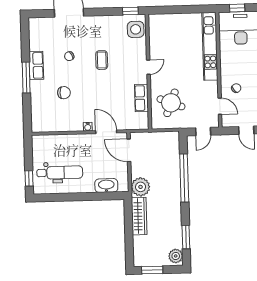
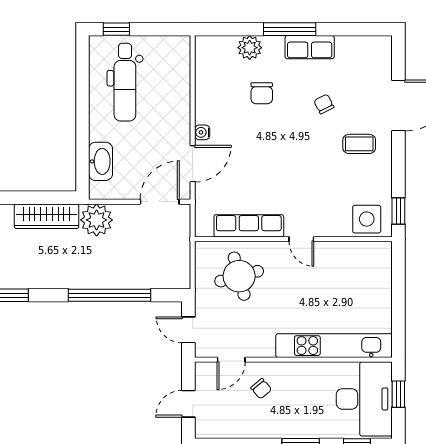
coffee table: (102, 60) -> (359, 144), moved
row of seats: (141, 98) -> (249, 226), width x1.48
plant: (38, 100) -> (250, 48), added
round table: (171, 103) -> (239, 276), turned -36

